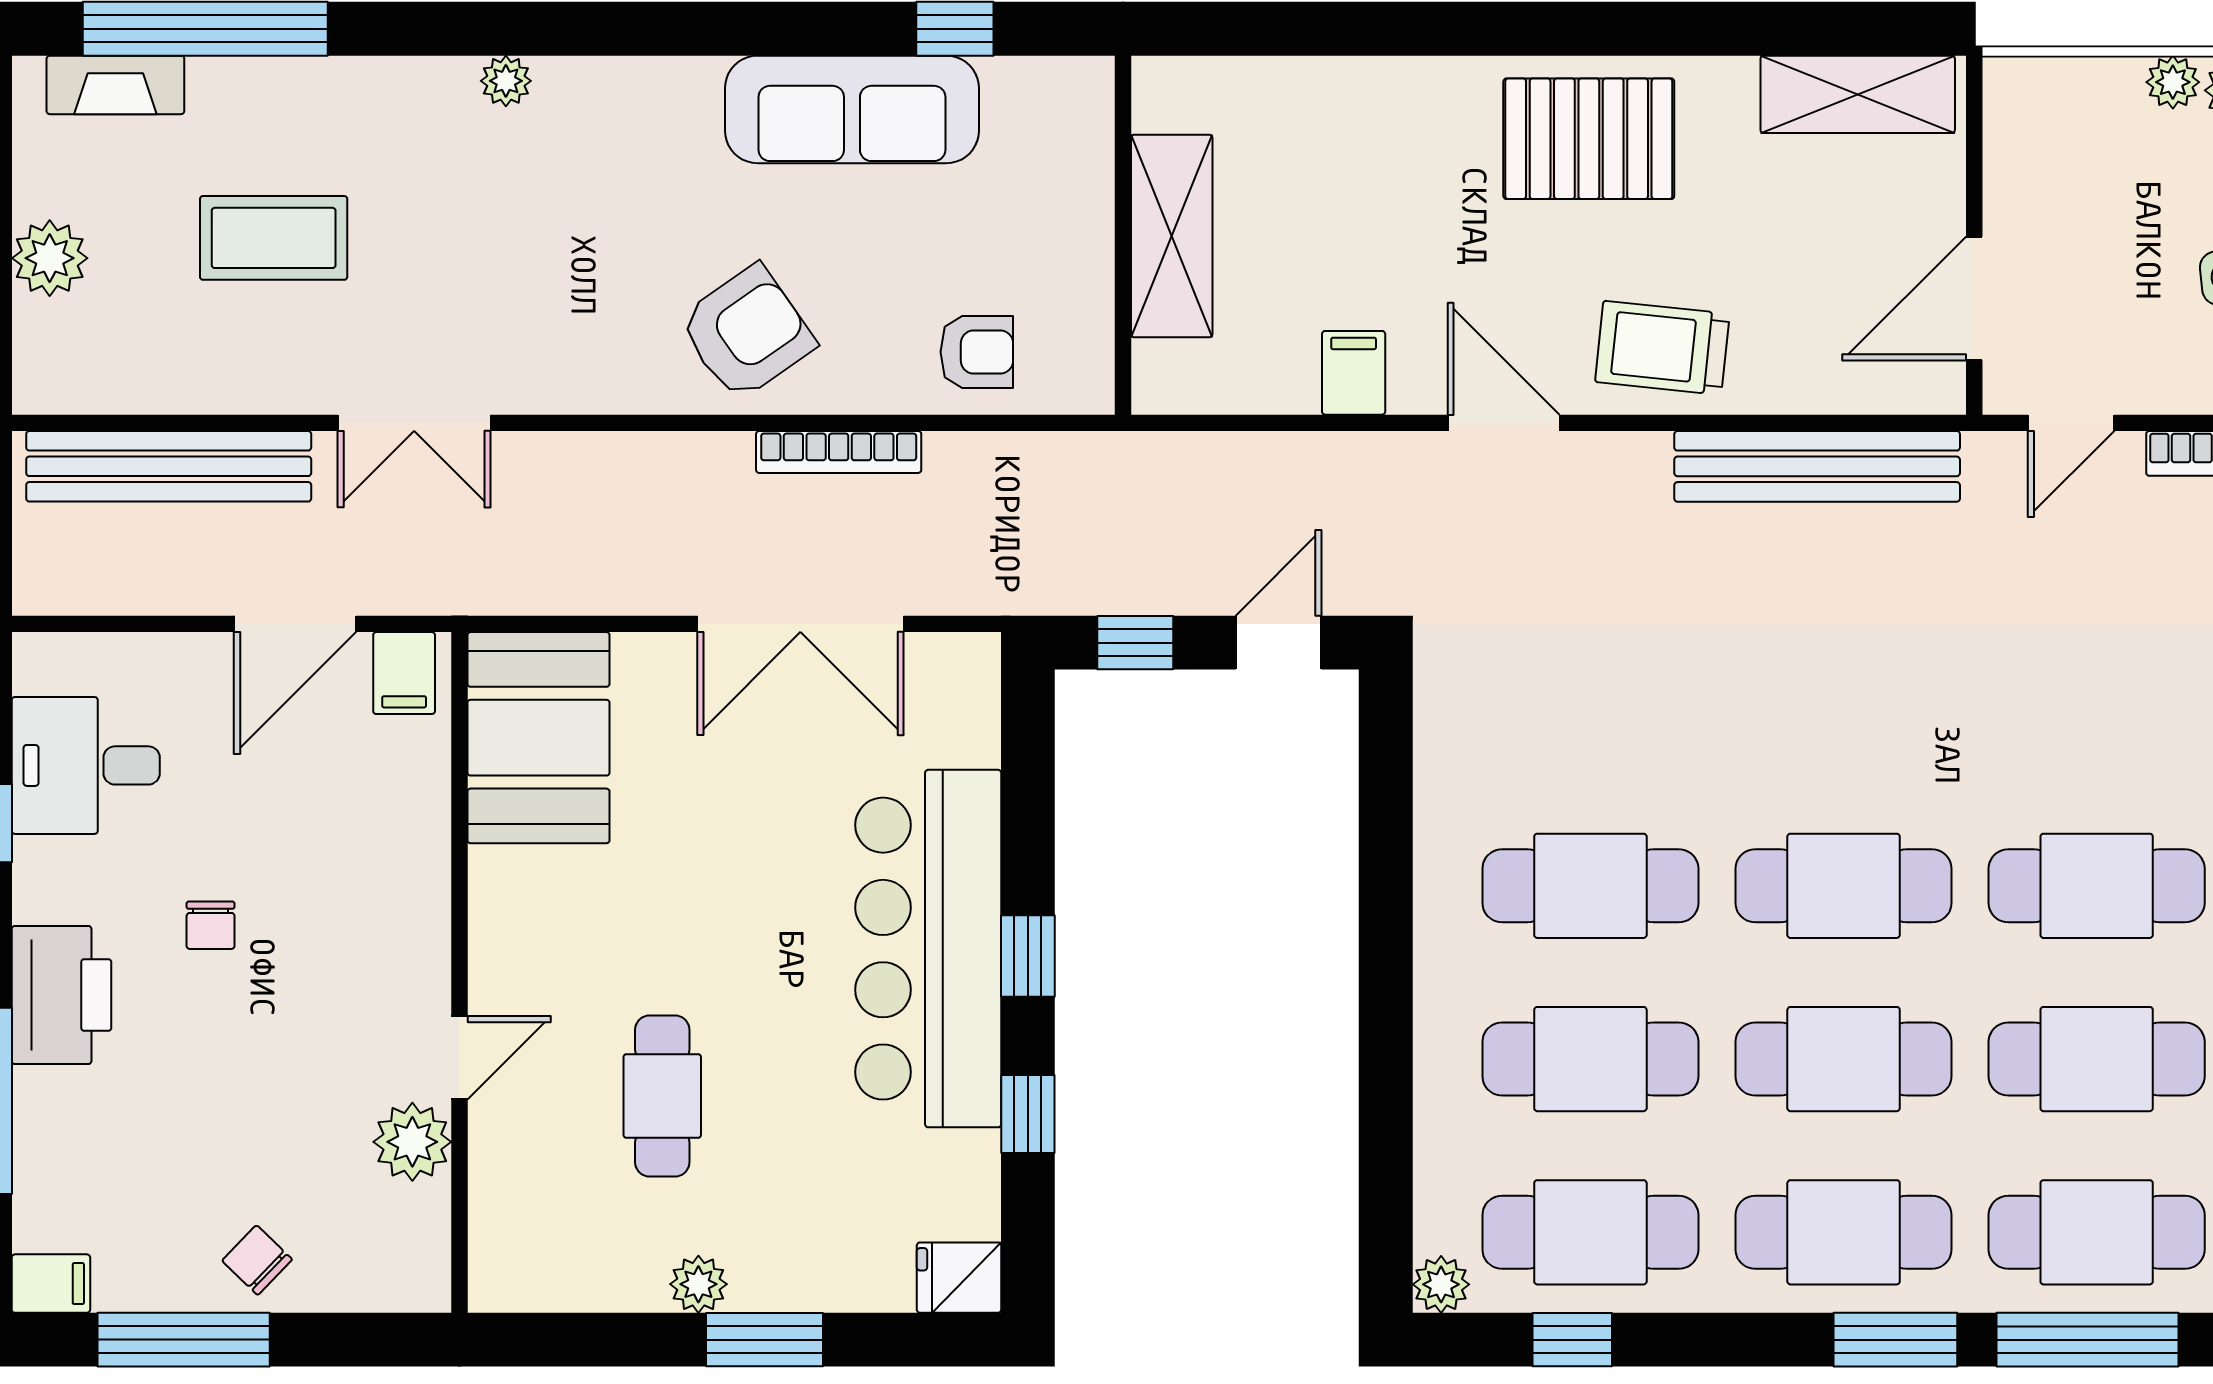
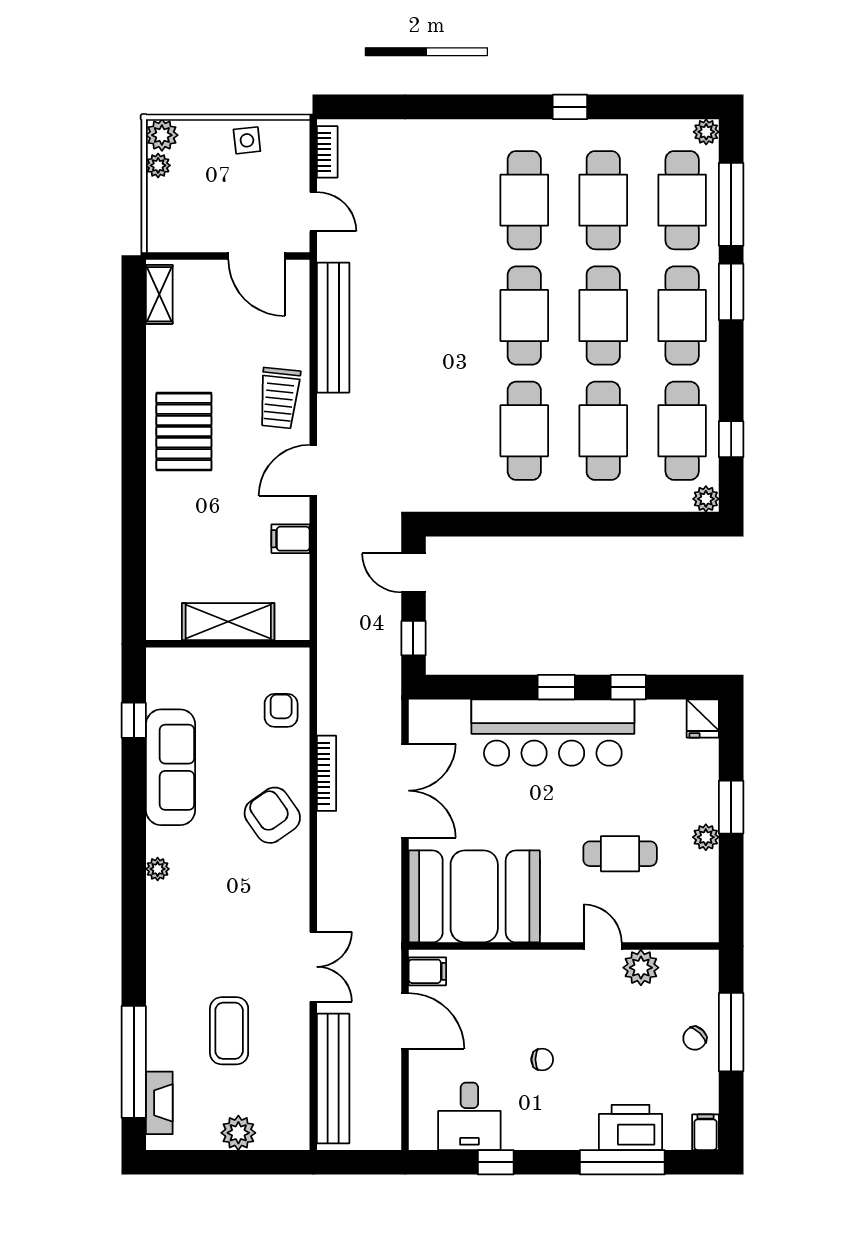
plant: (506, 81) -> (158, 869), moved
shelving: (1858, 94) -> (159, 294), width x0.67, depth x0.75
booth: (539, 738) -> (474, 896), width x1.36, depth x1.42
printer: (62, 995) -> (630, 1127), moved
window: (184, 1340) -> (731, 1032), moved

